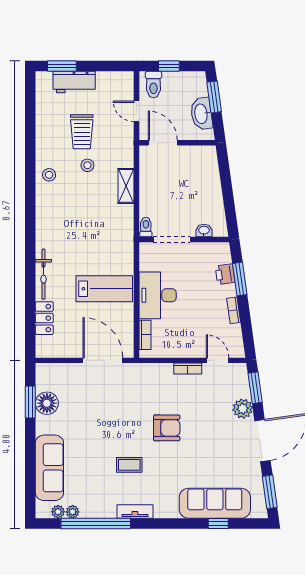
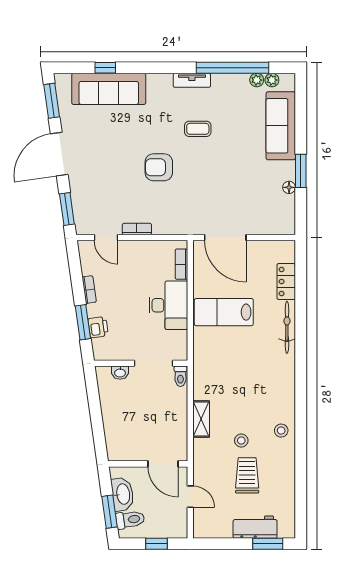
toilet: (153, 85) -> (130, 520), moved, turned 82
window: (30, 402) -> (301, 171), moved
floor lamp: (47, 403) -> (289, 187), width x0.53, depth x0.53
plant: (243, 409) -> (80, 187), removed

